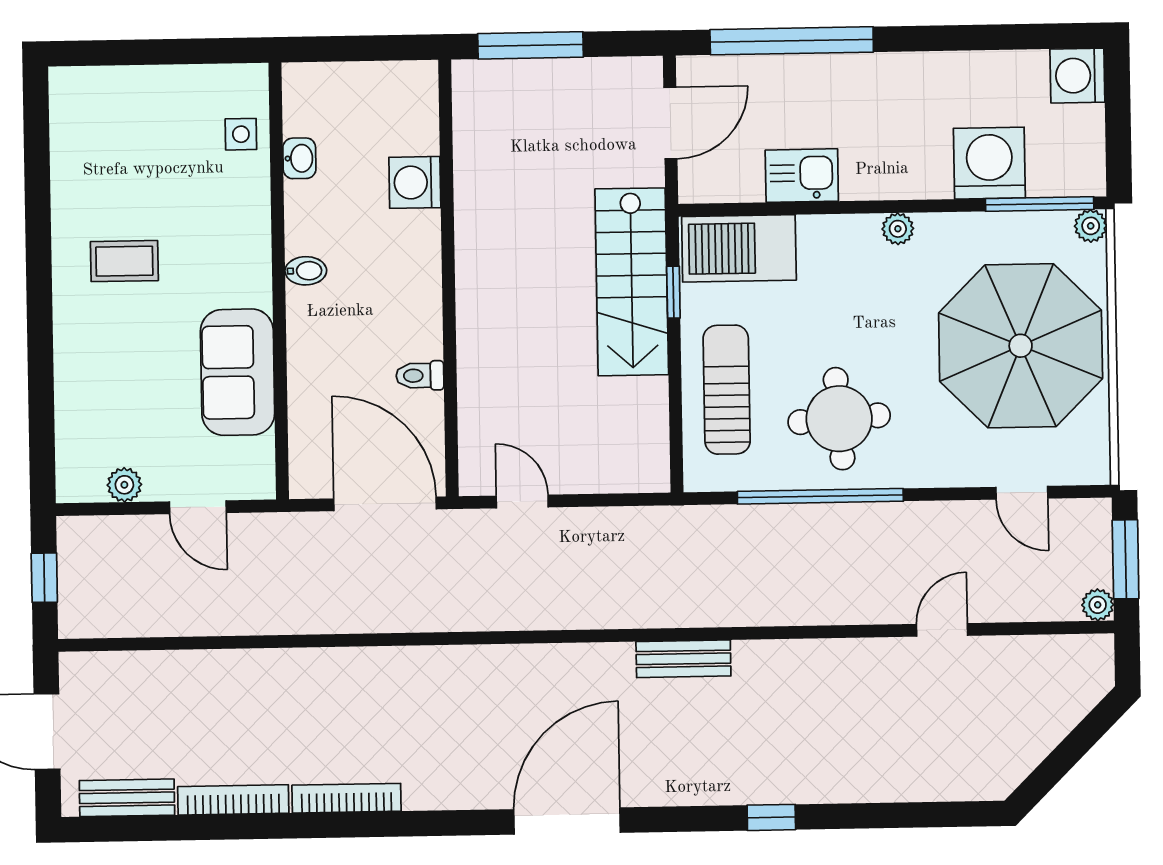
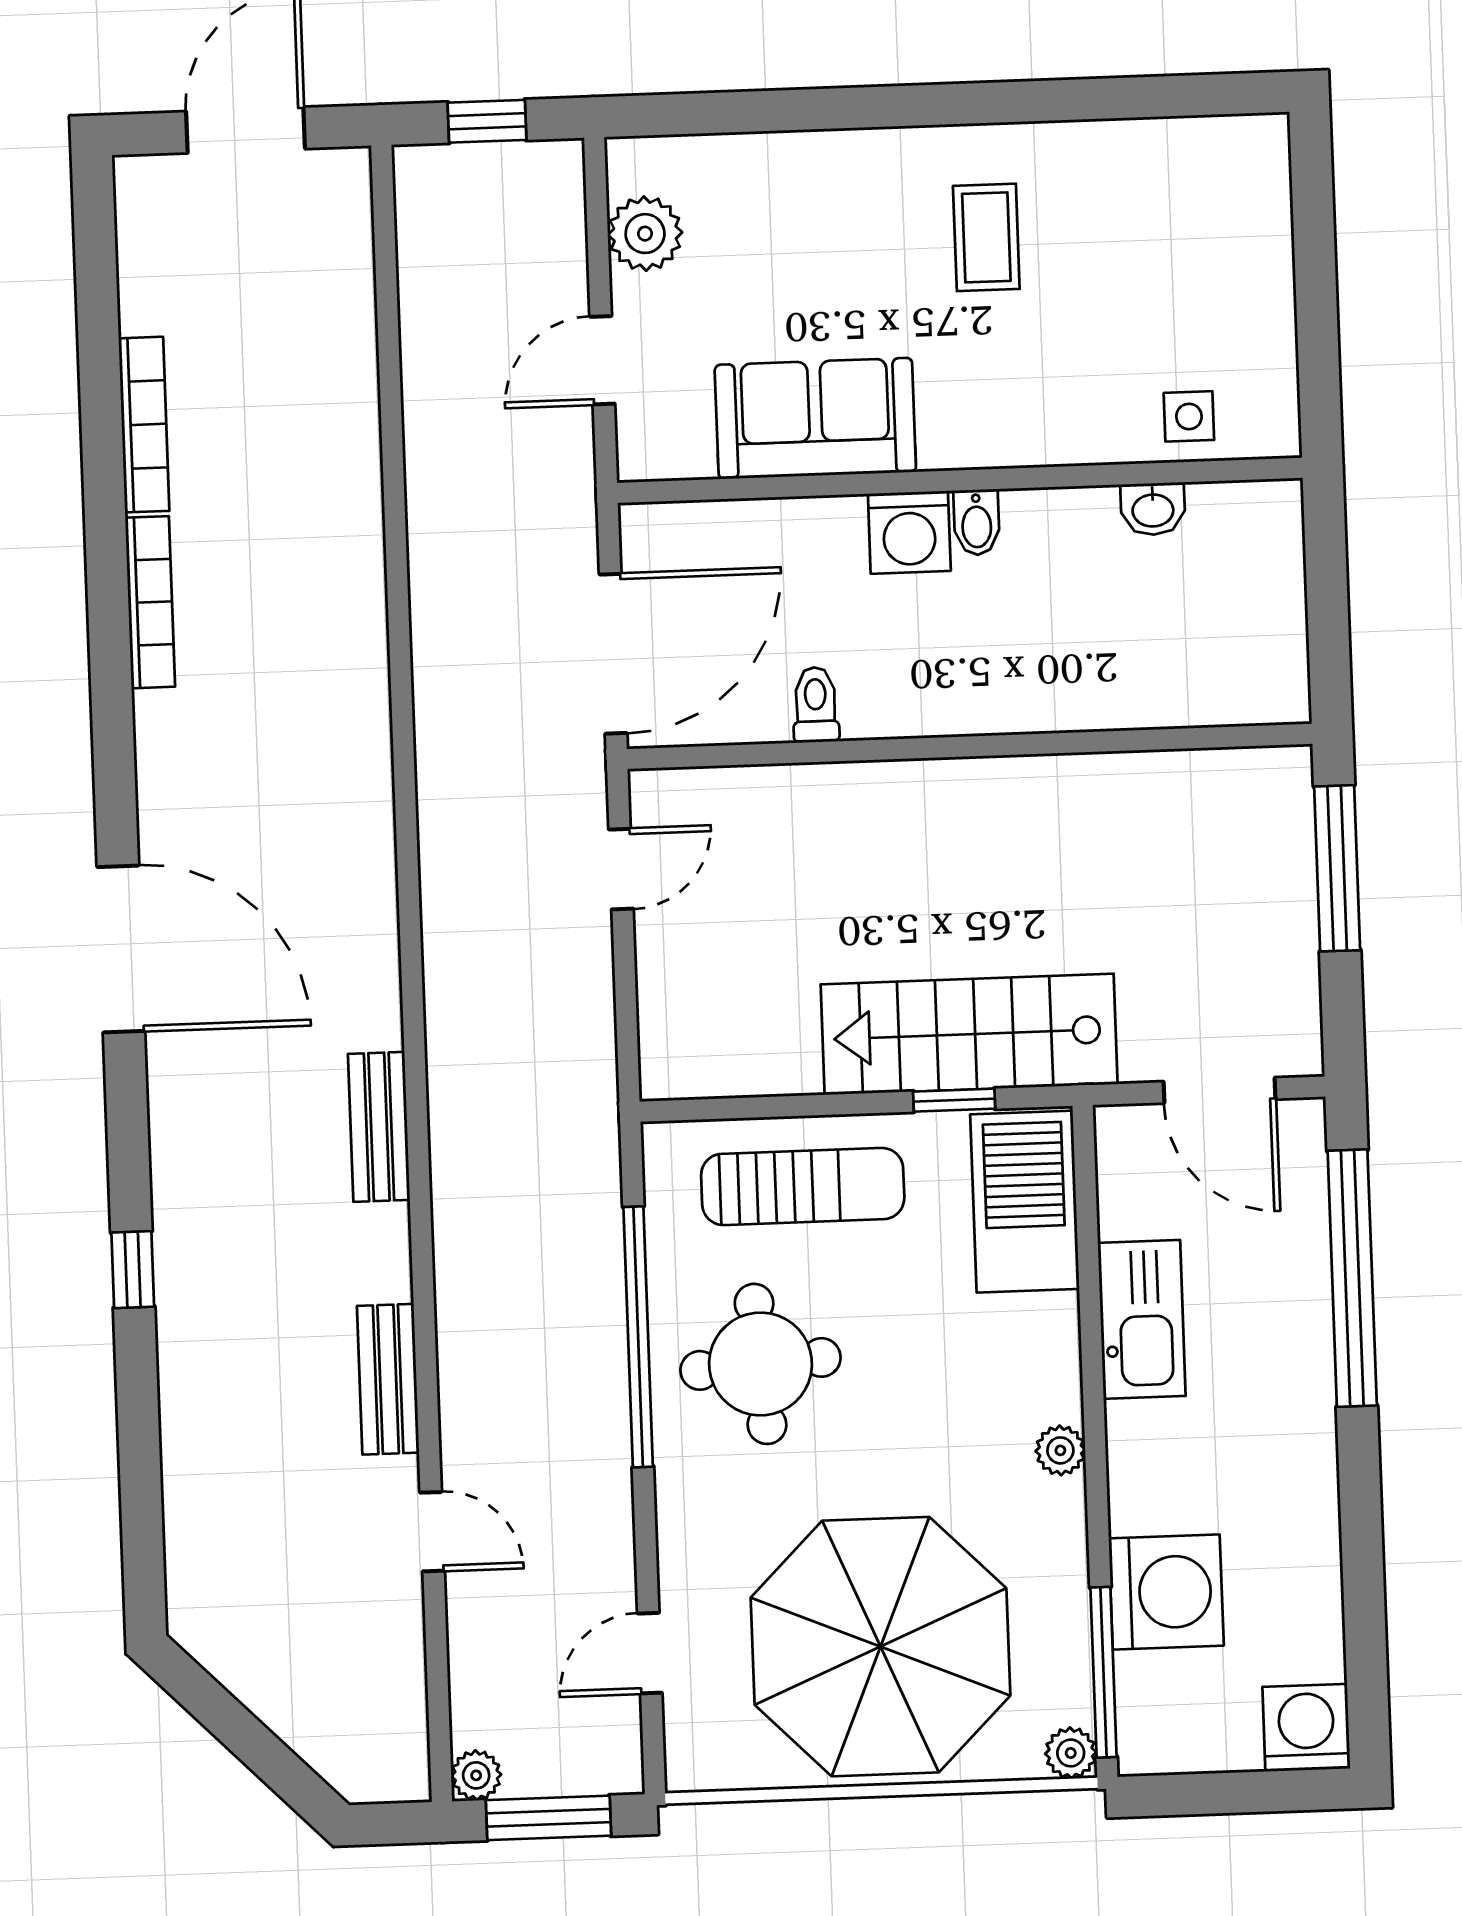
kitchen sink: (802, 176) -> (1142, 1319), width x1.38
washing machine: (415, 182) -> (909, 532), moved, turned 180
plant: (124, 485) -> (645, 234), width x1.38, depth x1.38
bench: (127, 798) -> (388, 1379), moved

